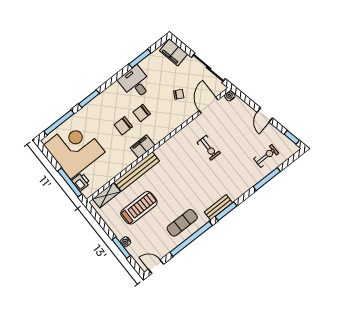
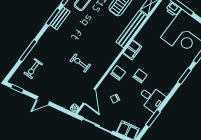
door: (265, 115) -> (43, 101), swing flipped
chair: (123, 126) -> (118, 73), moved

